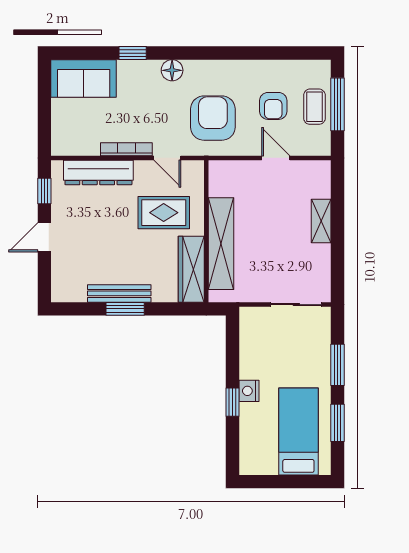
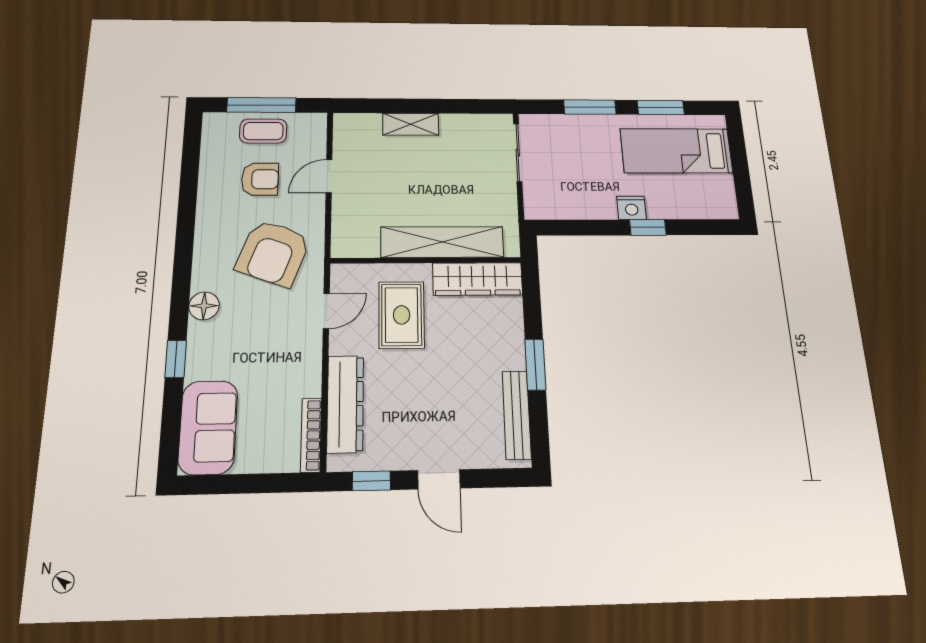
armchair: (213, 118) -> (273, 253), turned -70
bookcase: (126, 149) -> (311, 435), moved
bench: (119, 293) -> (517, 415), moved

